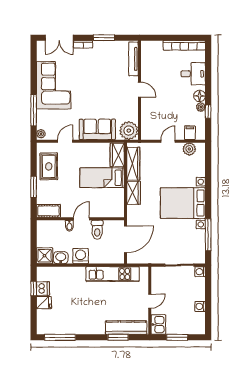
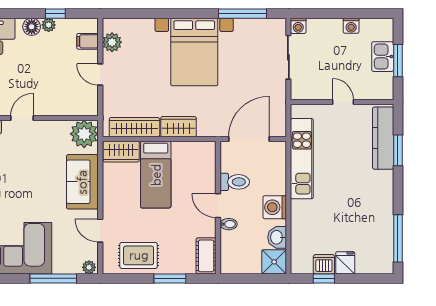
door: (125, 239) -> (249, 139), hinge flipped
kitchen sink: (158, 325) -> (383, 57), moved, turned -90

